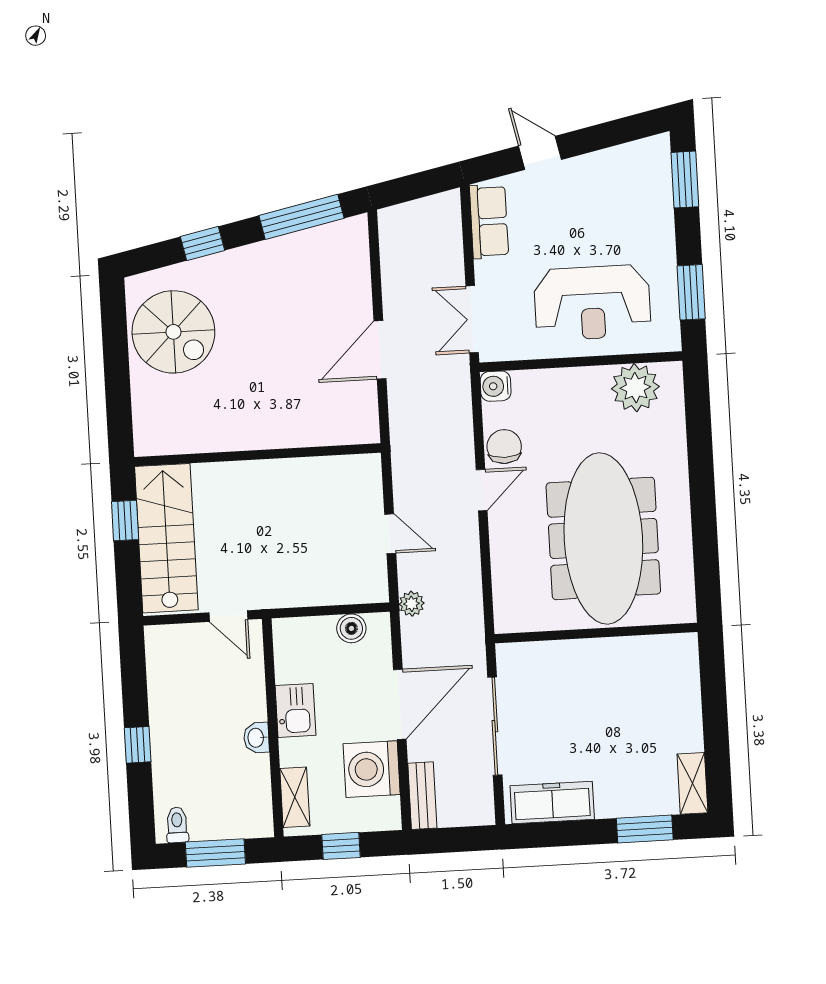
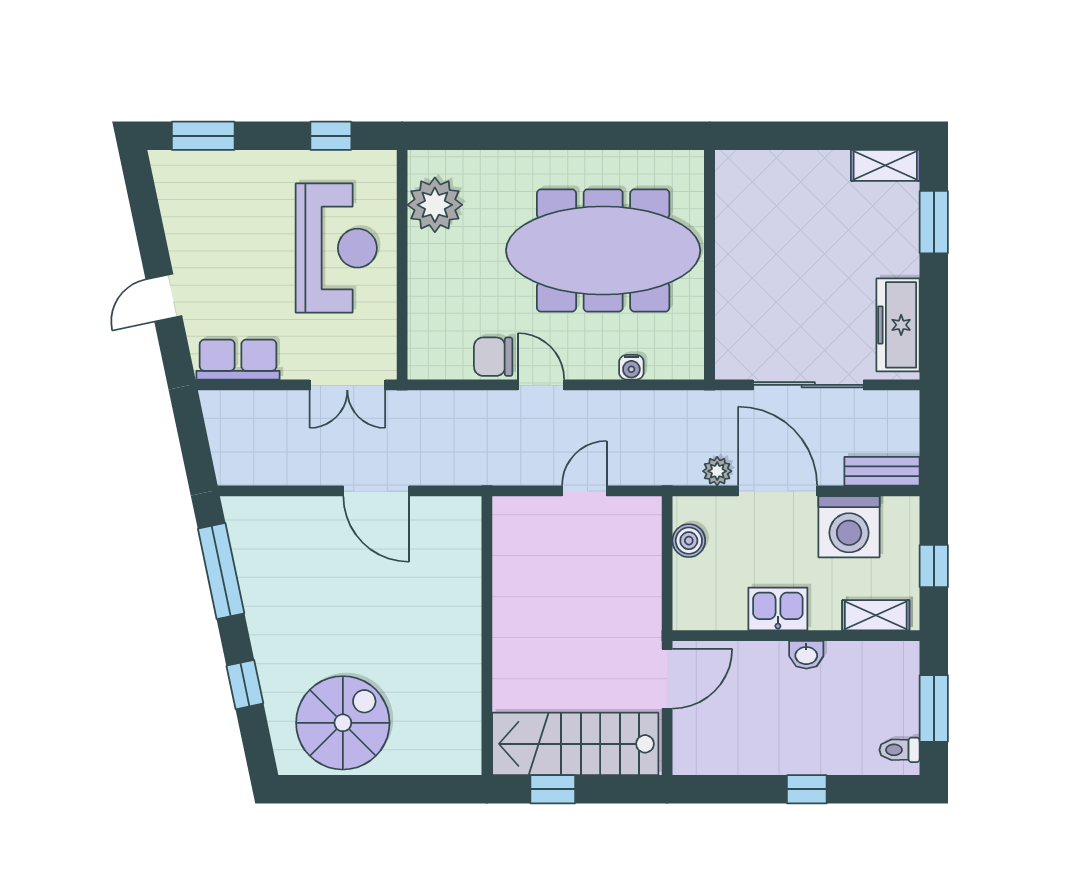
window: (691, 292) -> (331, 136), width x0.67
water cooler: (496, 386) -> (631, 367), moved, width x0.72, depth x0.72
plant: (412, 604) -> (717, 471), moved
door: (228, 616) -> (667, 679), width x1.38

